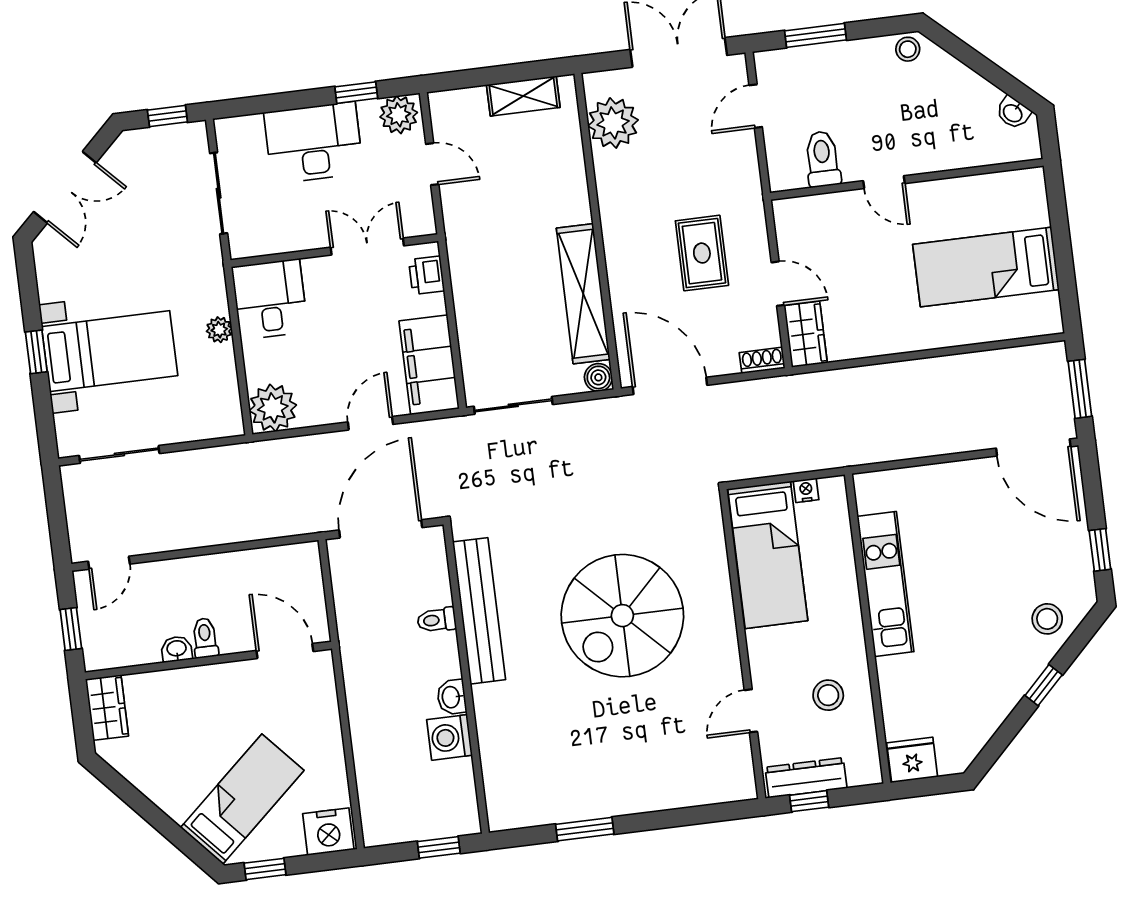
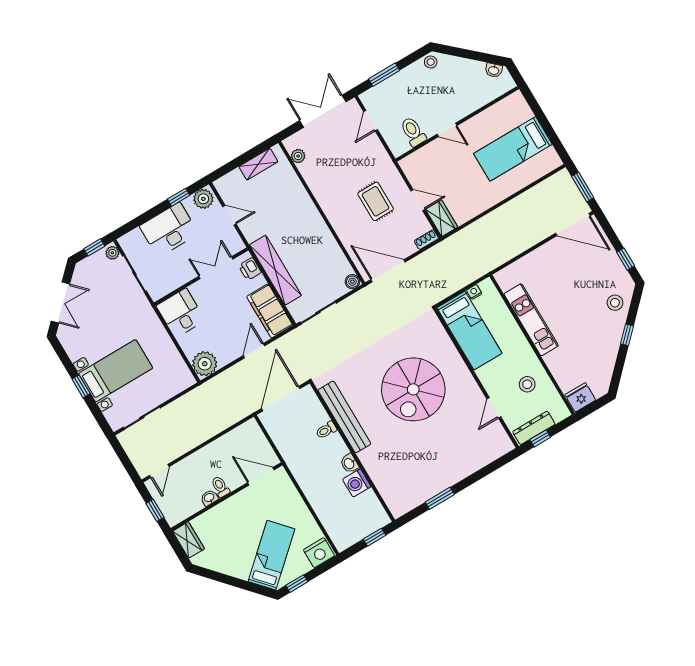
plant: (613, 123) -> (298, 156), width x0.53, depth x0.53
shelving: (583, 294) -> (275, 270), moved
plant: (219, 330) -> (112, 253), moved

